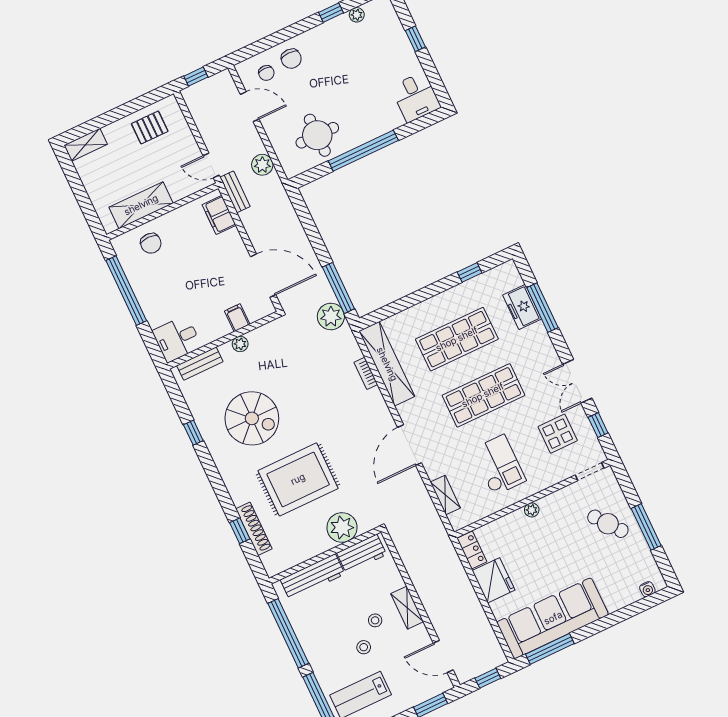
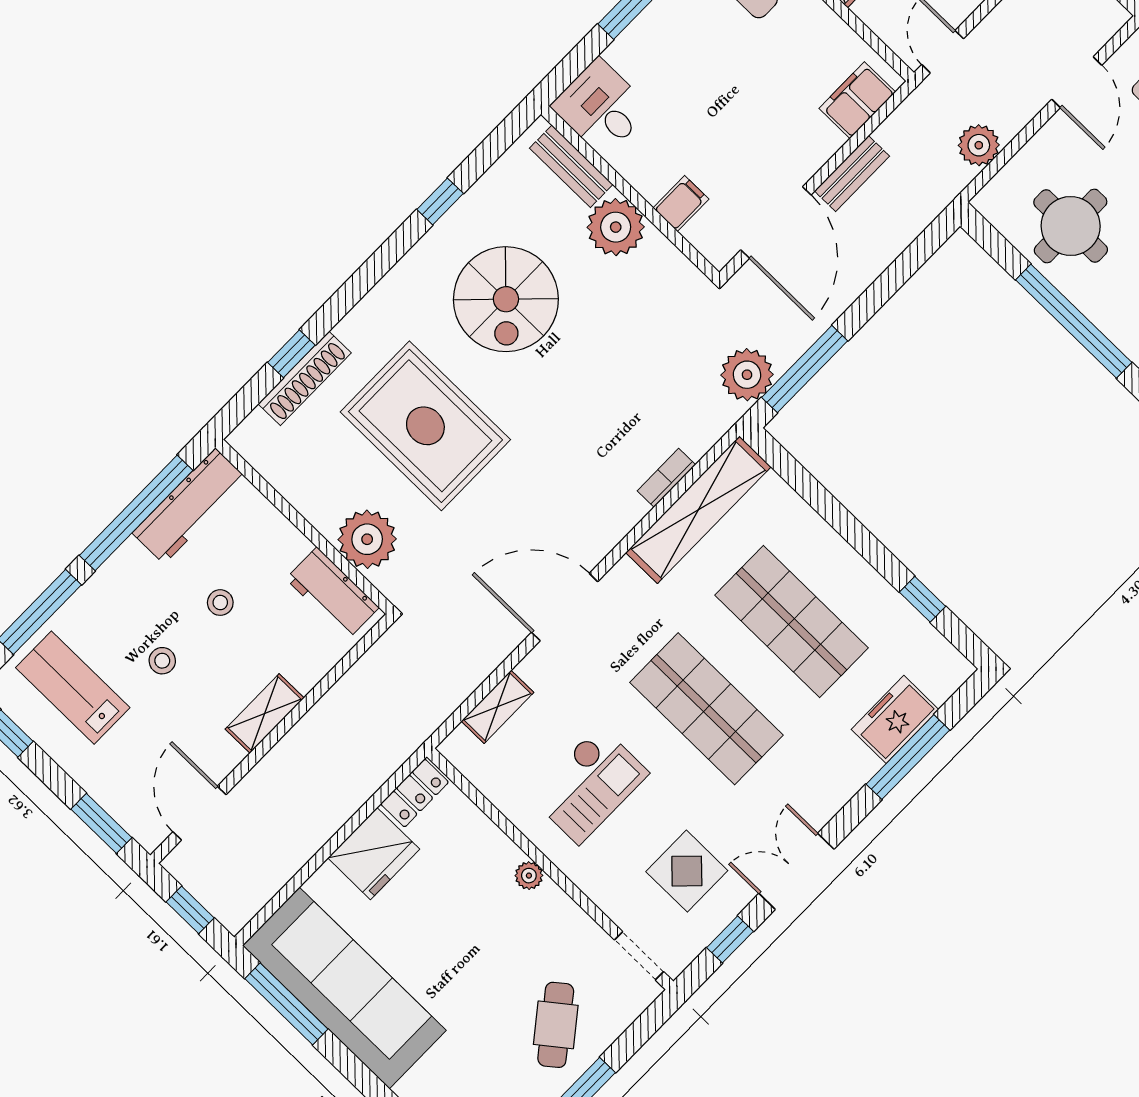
bench: (235, 192) -> (852, 174), moved
plant: (240, 344) -> (616, 227), width x1.87, depth x1.87
workbench: (312, 577) -> (190, 506), moved, turned -90
stool: (375, 620) -> (220, 603), moved

